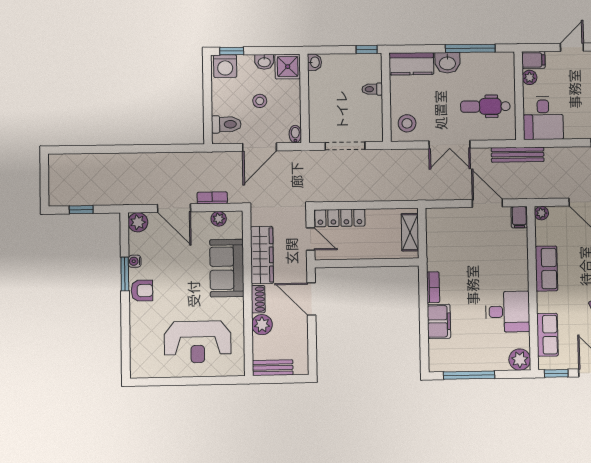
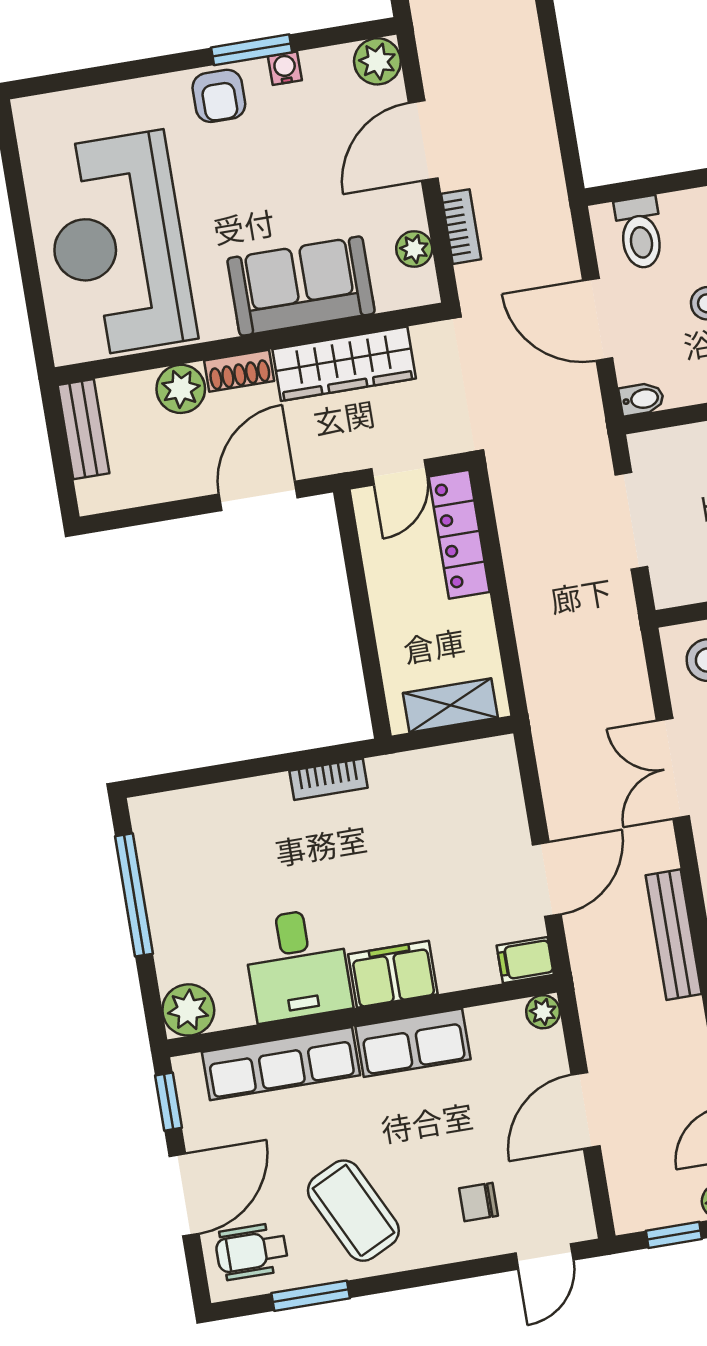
filing cabinet: (439, 321) -> (393, 974), moved, turned 180
row of seats: (547, 335) -> (281, 1064), width x1.48
reception desk: (198, 342) -> (118, 244), width x1.36, depth x1.30

